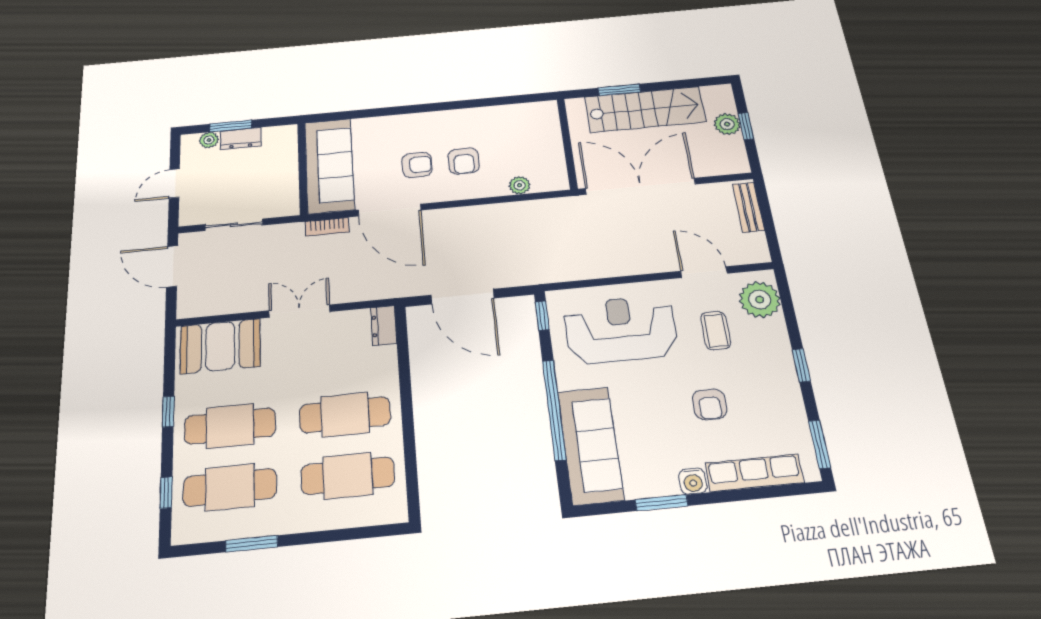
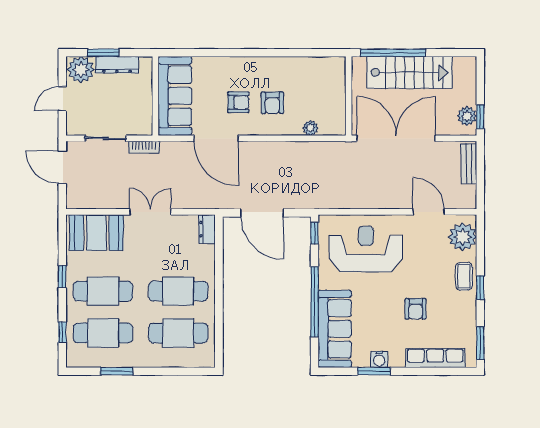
window: (619, 90) -> (393, 53), width x2.11
plant: (727, 124) -> (467, 116), moved
window: (746, 126) -> (480, 117), moved
dresser: (241, 139) -> (117, 65), width x1.44
plant: (209, 140) -> (81, 70), width x1.87, depth x1.87
bookcase: (327, 227) -> (144, 147), moved
coffee table: (716, 331) -> (464, 276), moved
water cooler: (693, 481) -> (379, 359), moved

